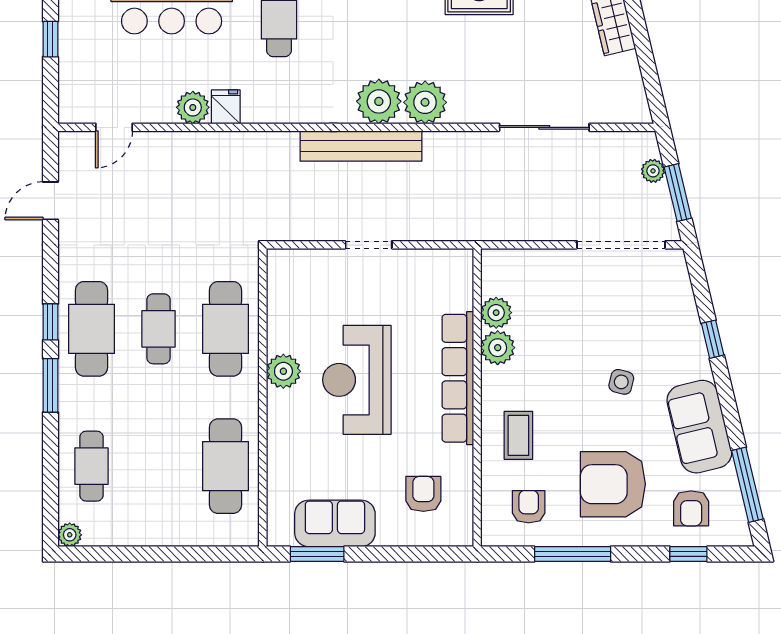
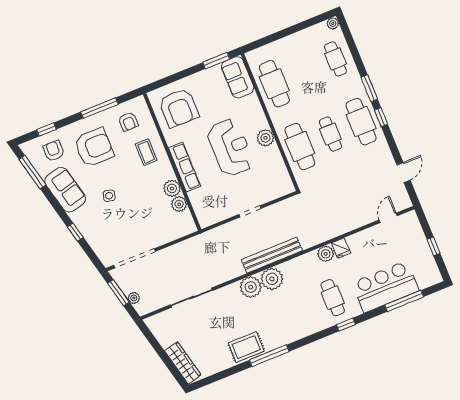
plant: (193, 107) -> (326, 254), moved
row of seats: (458, 378) -> (184, 167), width x0.73
armchair: (423, 494) -> (179, 108), width x1.88, depth x1.88
sofa: (335, 523) -> (238, 77), moved, turned 90

